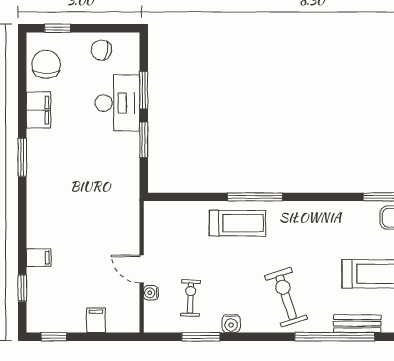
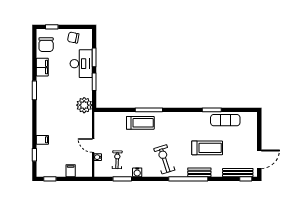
chair: (46, 64) -> (46, 45), turned 180
plant: (124, 187) -> (84, 105), added

